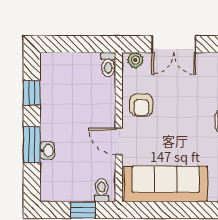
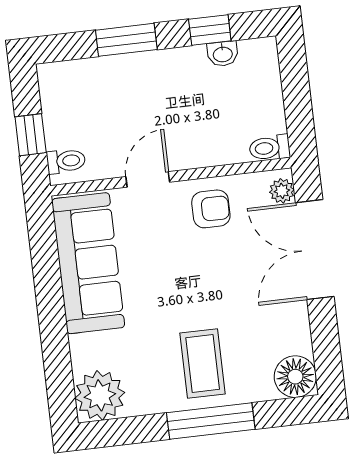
double door: (174, 44) -> (315, 250), width x1.37
armchair: (141, 105) -> (211, 209), turned 180
washbasin: (47, 151) -> (223, 54), moved

